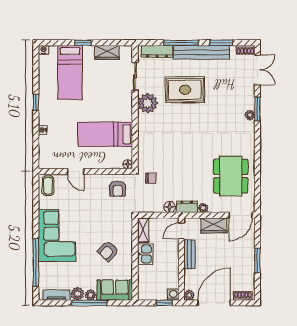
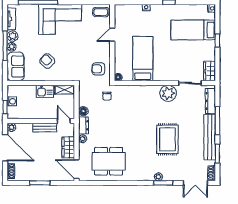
wardrobe: (107, 52) -> (210, 71), moved
rug: (185, 90) -> (167, 139), moved
washing machine: (173, 295) -> (12, 101), moved

